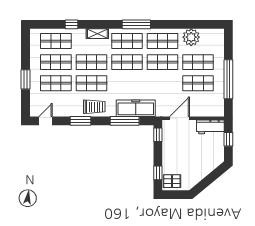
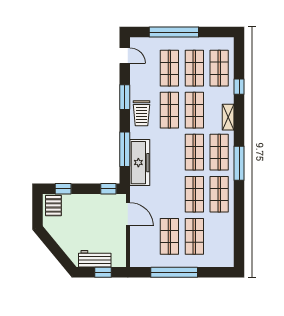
plant: (191, 37) -> (224, 228), removed
window: (26, 79) -> (174, 32), width x2.11
workbench: (210, 127) -> (95, 259), moved, turned 90

